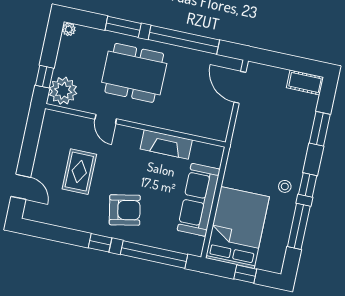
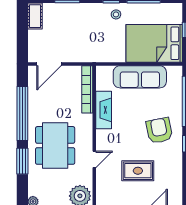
bookcase: (197, 129) -> (87, 89), added

